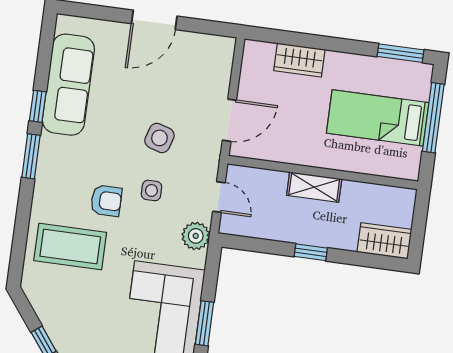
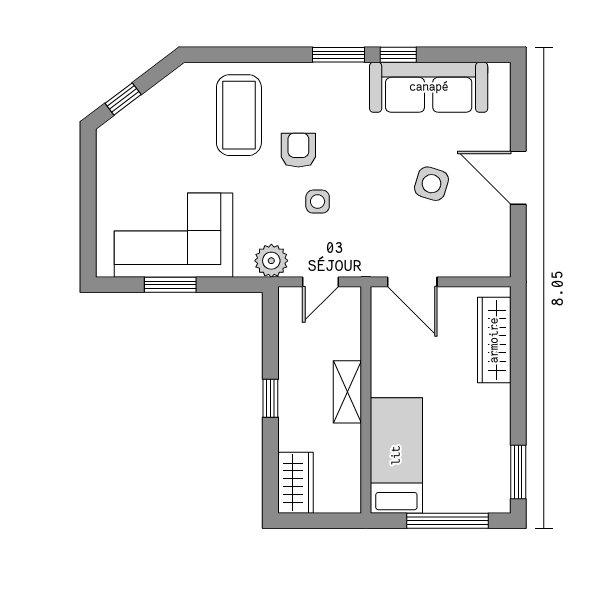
wardrobe: (299, 60) -> (494, 340), width x1.50
bed: (378, 118) -> (396, 455), moved
side table: (159, 138) -> (431, 184), moved
armchair: (106, 201) -> (298, 150), turned 180

